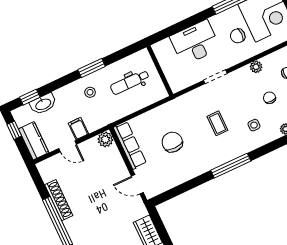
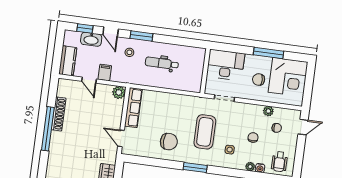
plant: (256, 67) -> (268, 111), moved
wall: (160, 71) -> (205, 71), moved
door: (58, 84) -> (111, 32), added
coffee table: (217, 123) -> (205, 132), width x1.86, depth x1.72
window: (14, 130) -> (59, 45), removed
chair: (172, 142) -> (169, 142), moved, turned 90
window: (231, 166) -> (195, 168), width x0.69

